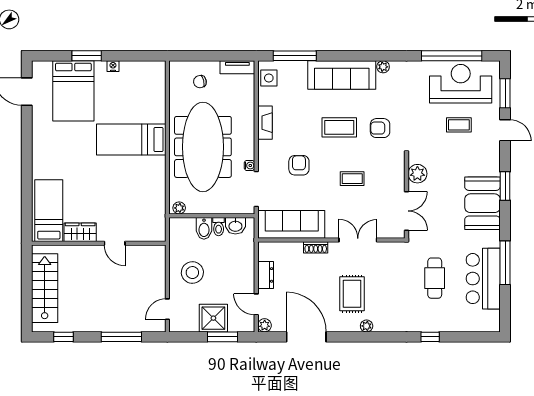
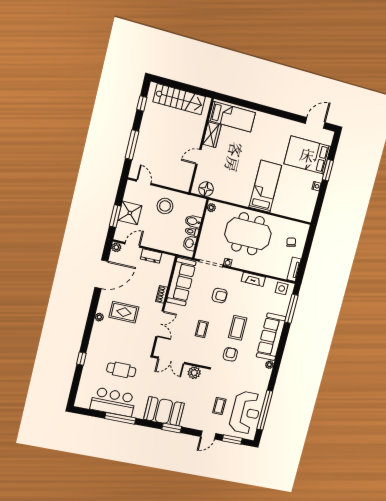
meeting table: (203, 147) -> (248, 234), width x0.73
floor lamp: (155, 222) -> (206, 189), added

